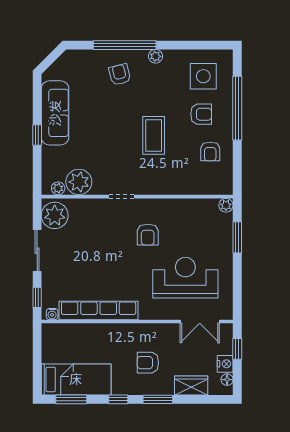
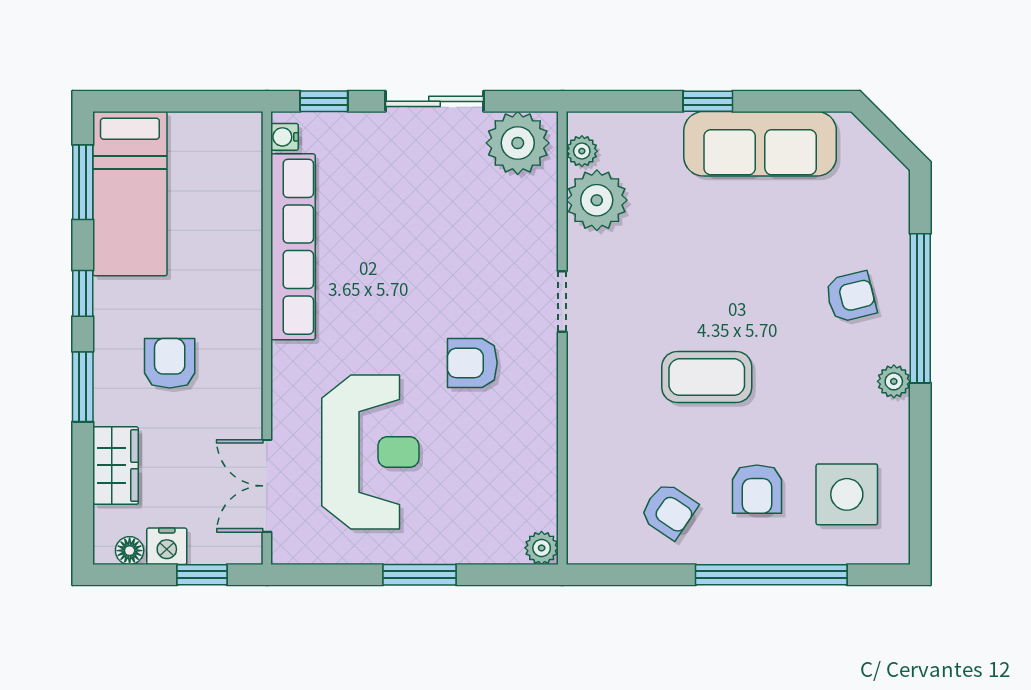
armchair: (210, 152) -> (669, 511), turned -146
window: (237, 237) -> (419, 575), moved

